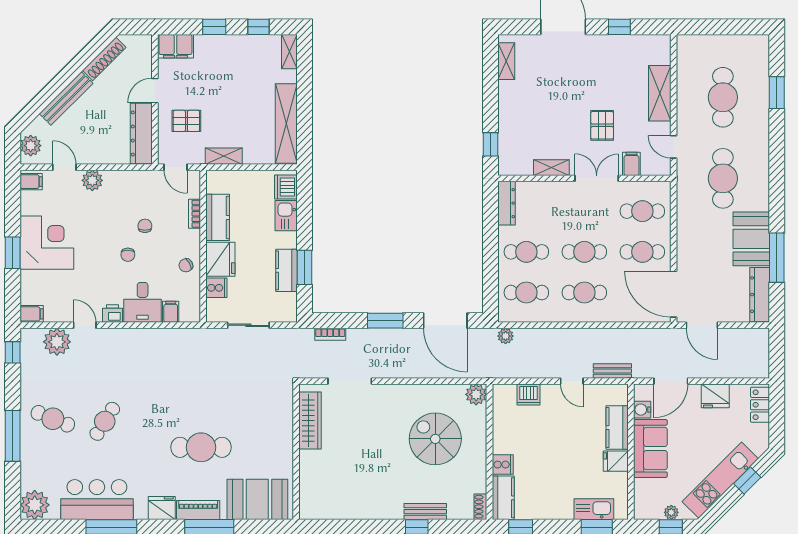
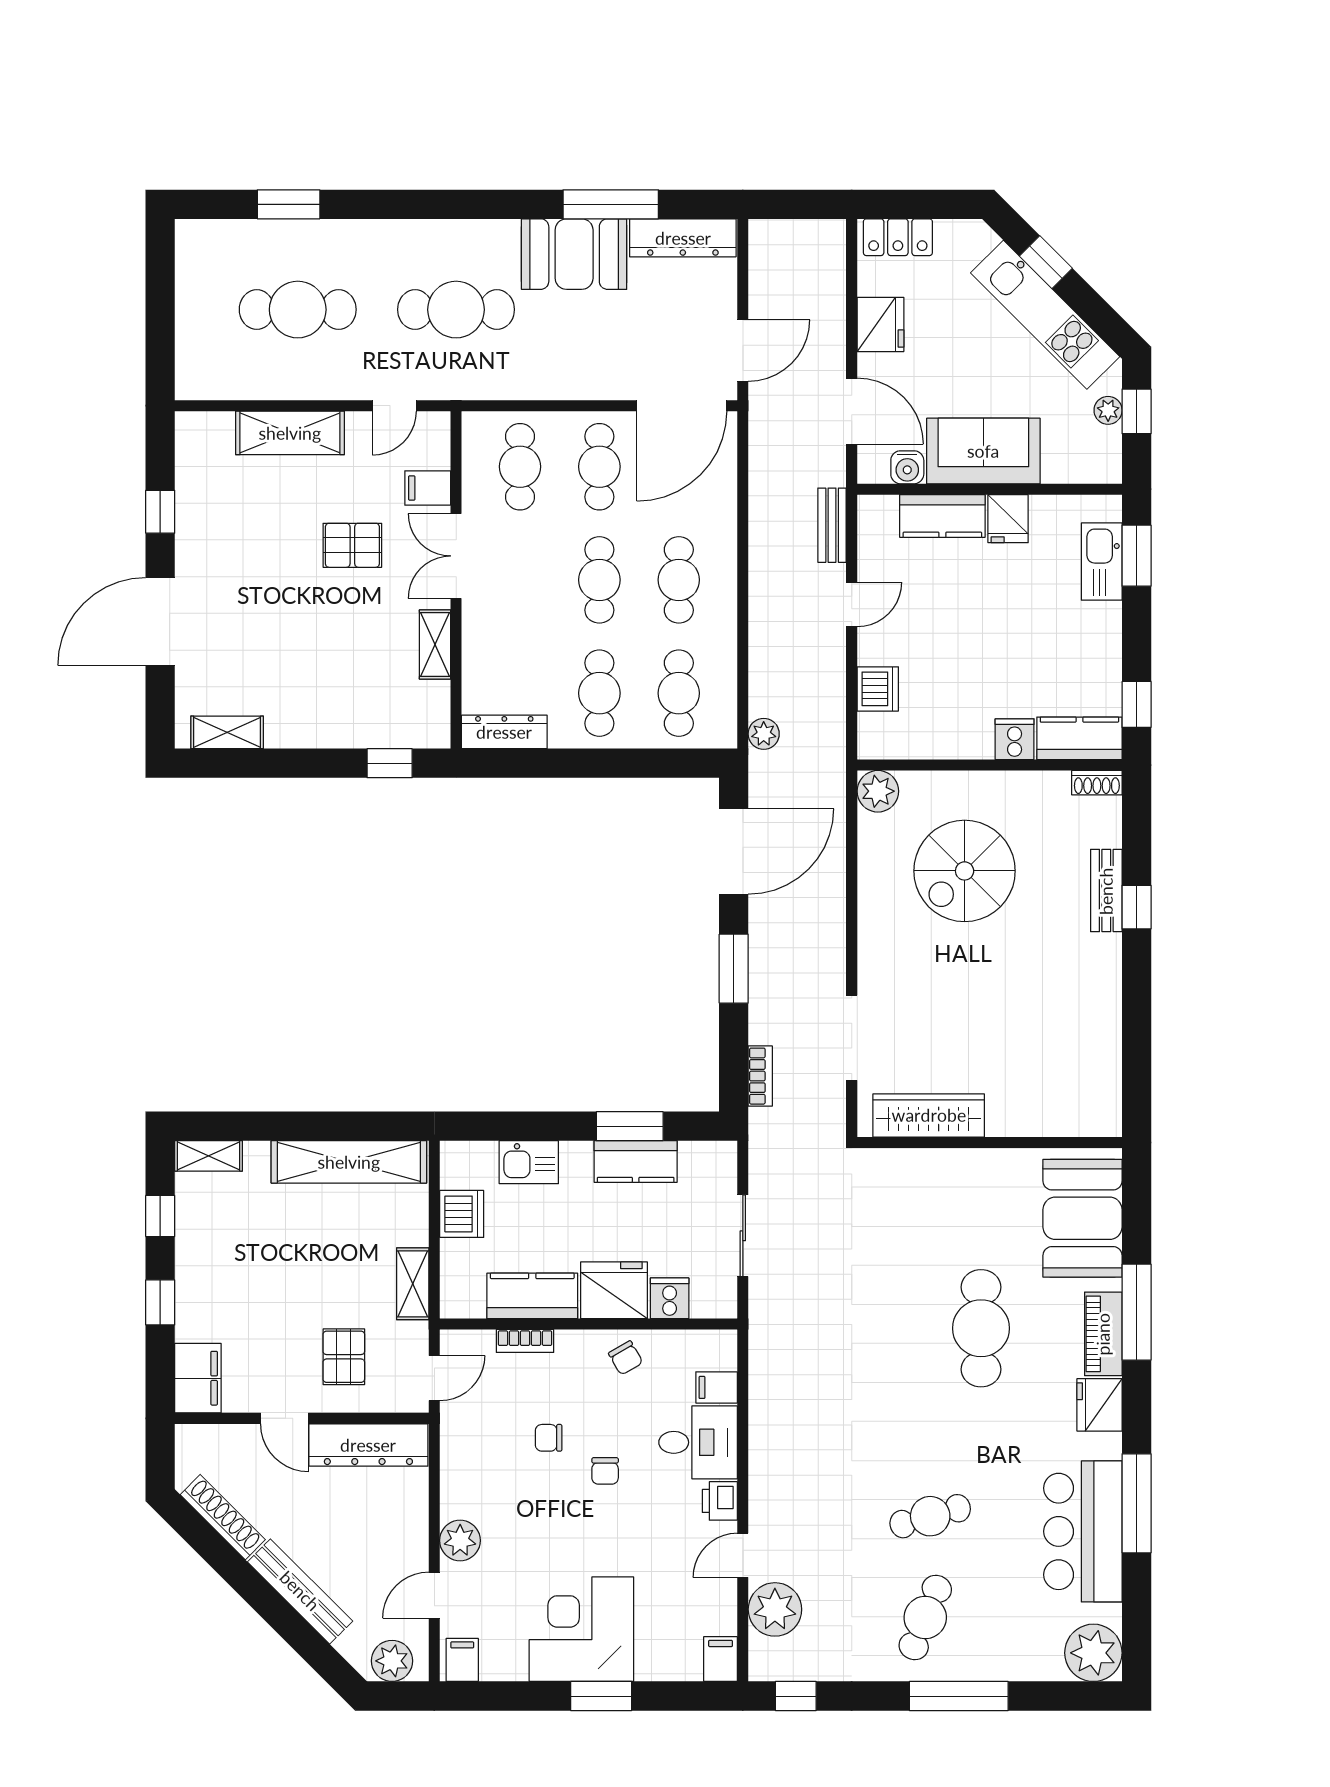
dishwasher: (286, 187) -> (462, 1214), moved, turned -90
chair: (128, 255) -> (605, 1471), turned 90
cafe table: (105, 421) -> (930, 1516), turned -48

